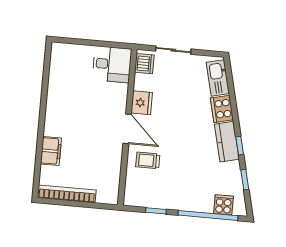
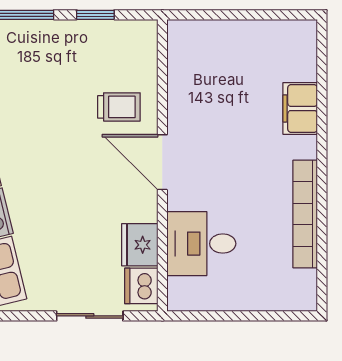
desk: (112, 64) -> (201, 244), moved
fridge: (142, 103) -> (140, 245), moved
bookcase: (67, 194) -> (305, 214), moved, turned 90

